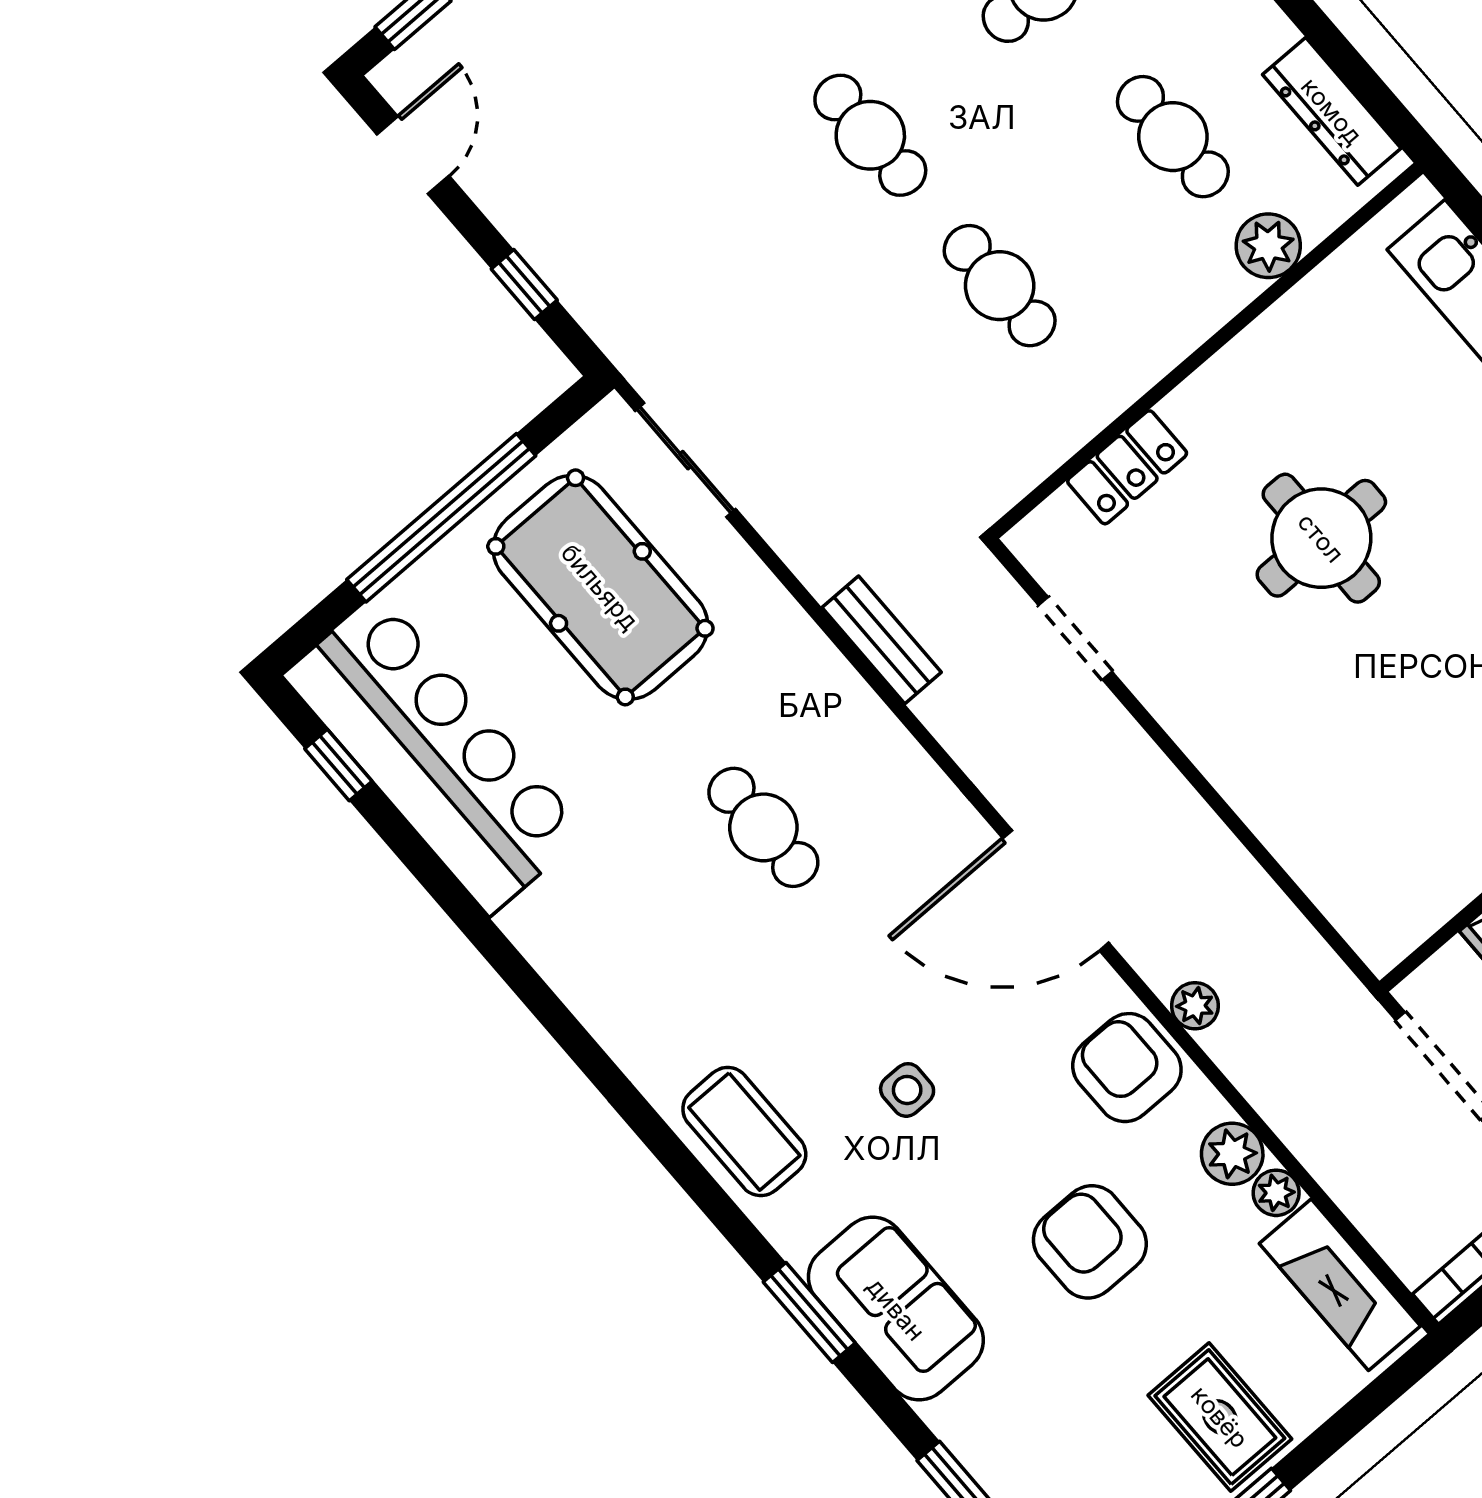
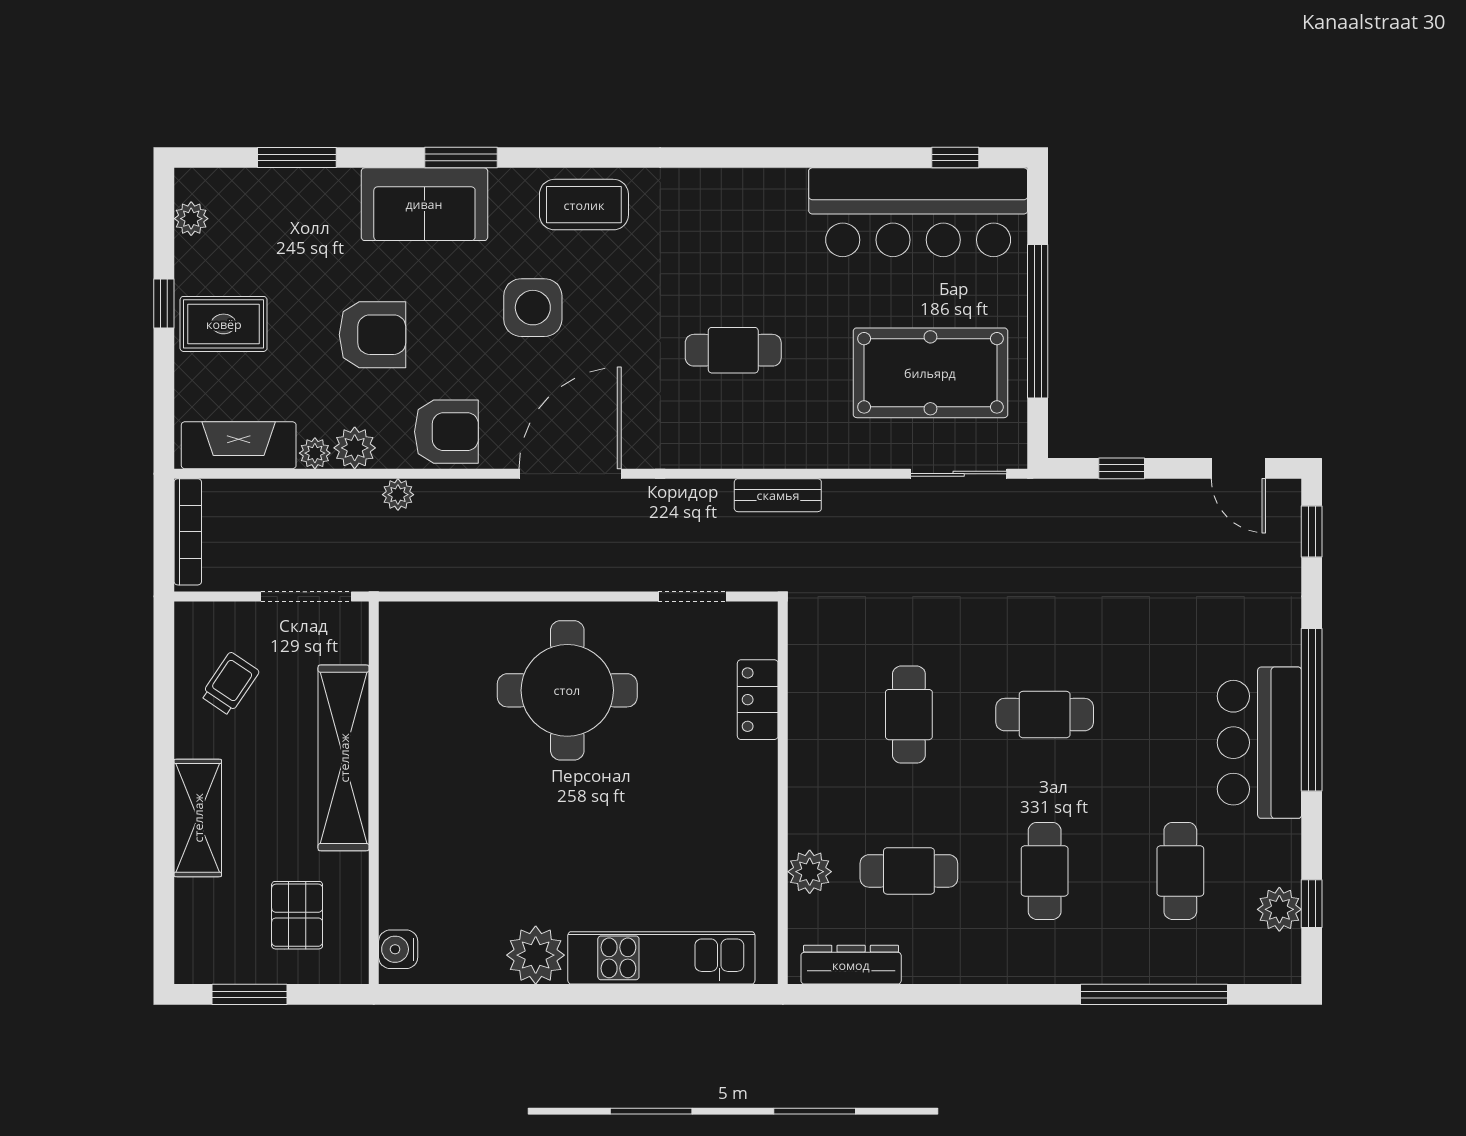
cafe table: (1000, 286) -> (909, 715), turned 90
round table: (1321, 538) -> (567, 690), moved, width x1.36, depth x1.36
plant: (1195, 1006) -> (398, 495), moved
side table: (907, 1090) -> (533, 308), width x1.87, depth x1.87

